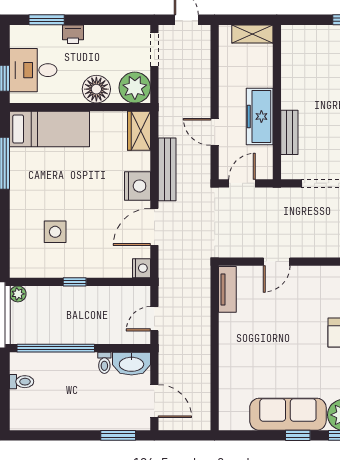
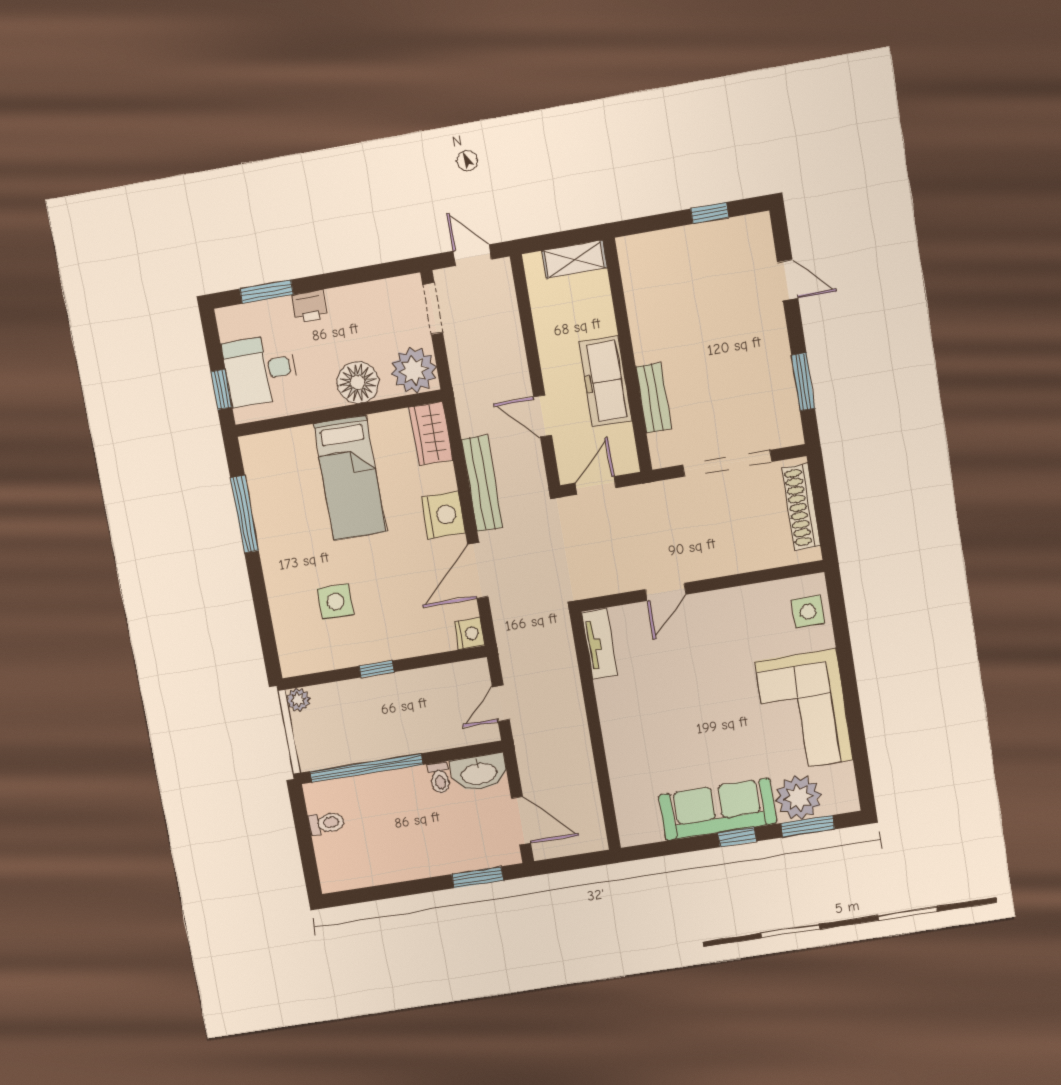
bed: (50, 129) -> (350, 478), moved, turned 90

